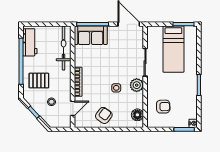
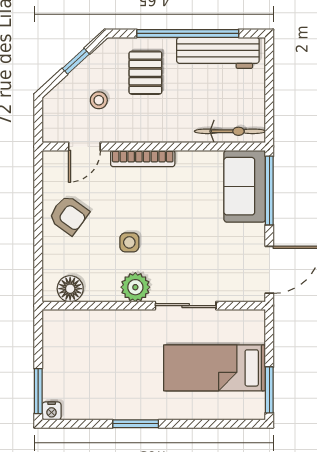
workbench: (30, 42) -> (218, 53), width x1.37
bicycle: (64, 48) -> (230, 131), width x0.73, depth x0.71
armchair: (163, 107) -> (88, 345), removed
door: (73, 108) -> (84, 146), hinge flipped

